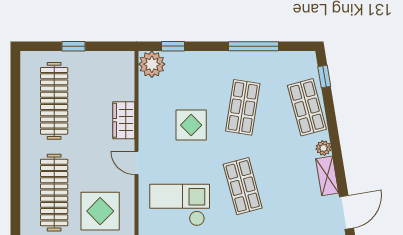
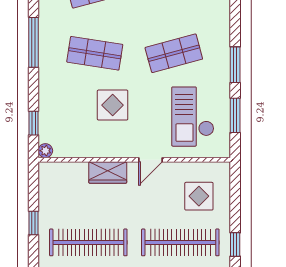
plant: (152, 64) -> (45, 151), width x0.53, depth x0.53
display table: (100, 211) -> (199, 196), width x0.73, depth x0.73

